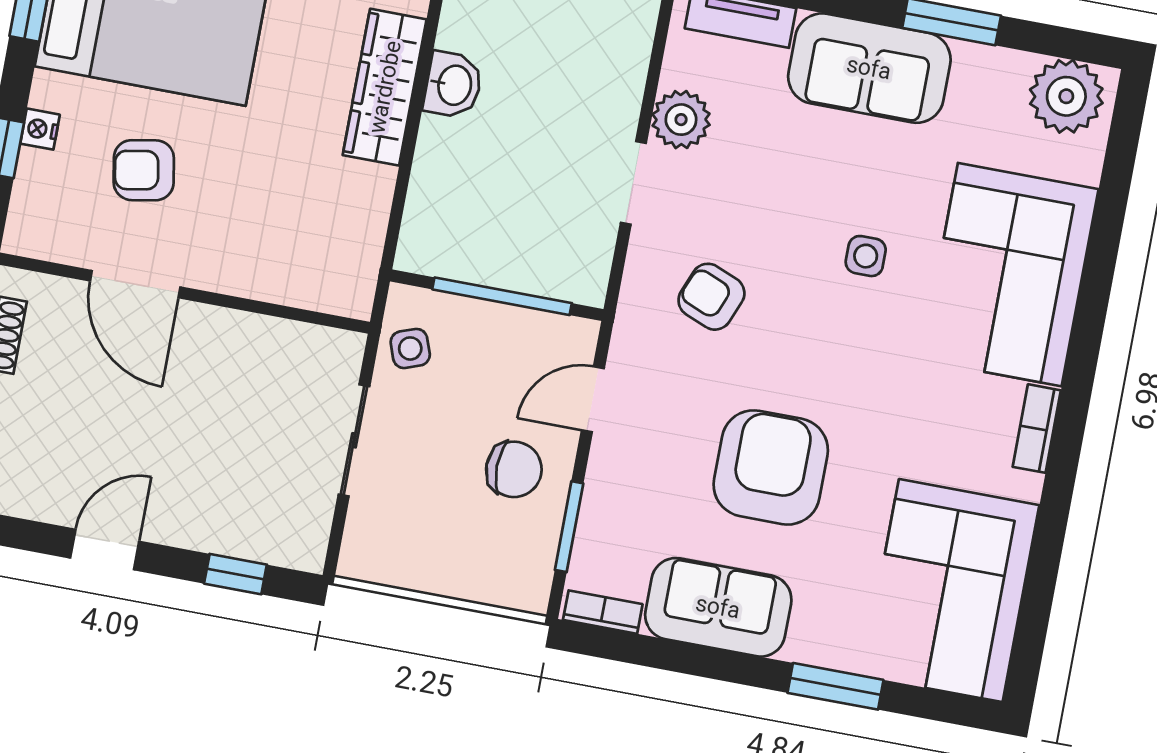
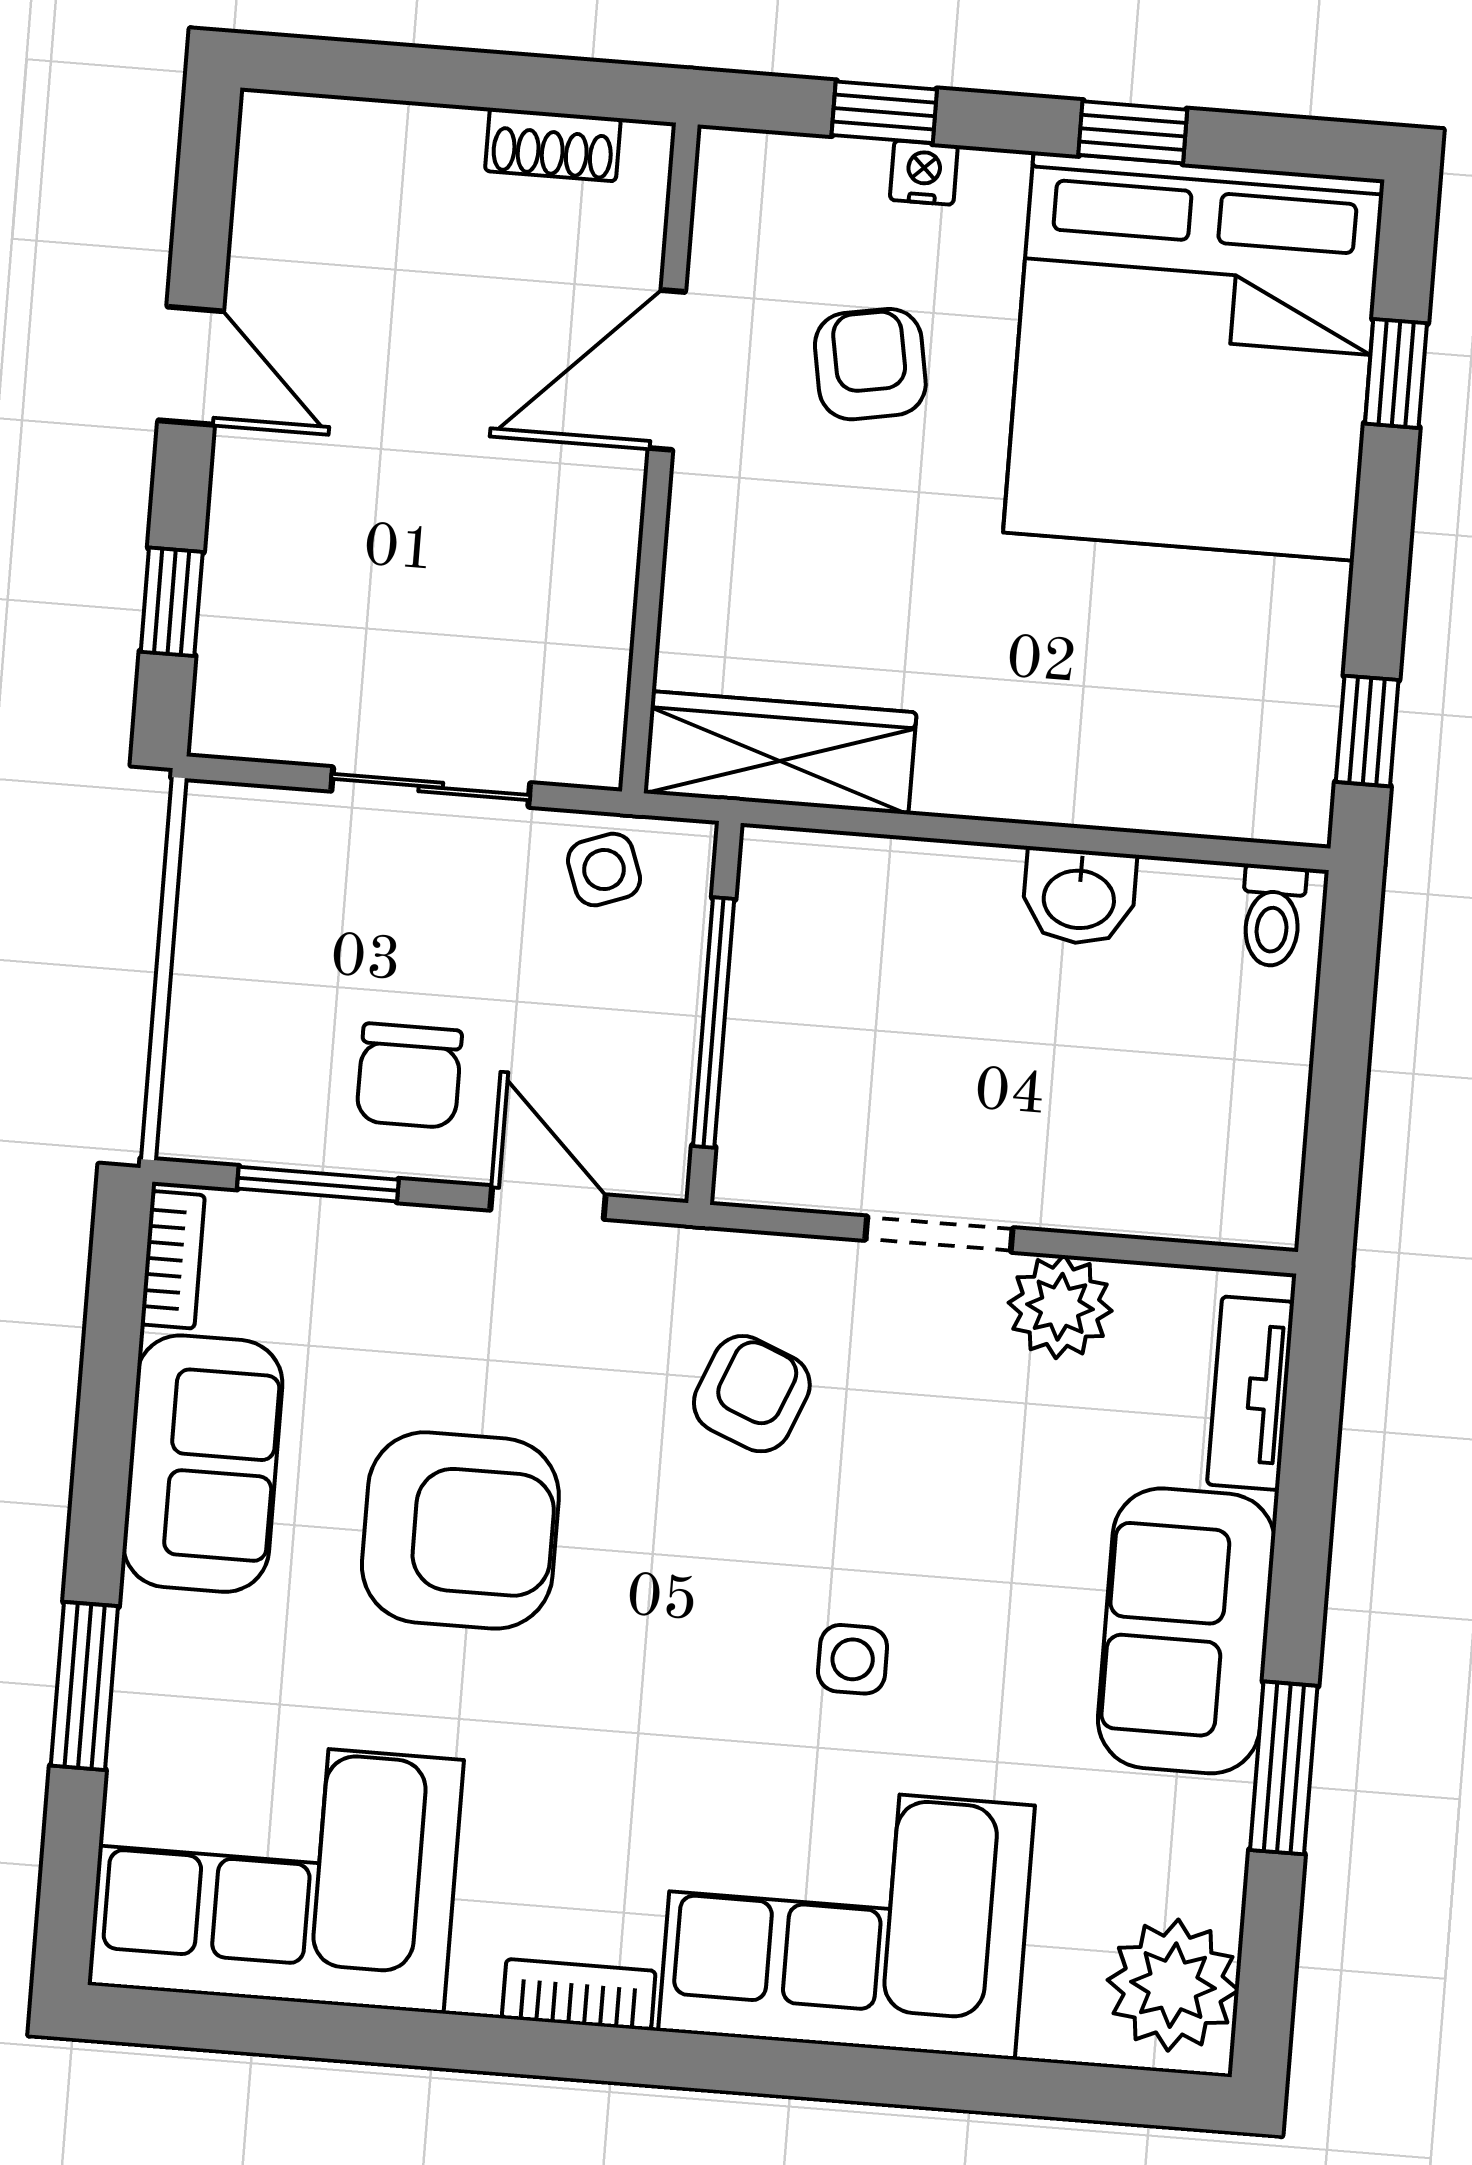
wardrobe: (385, 87) -> (780, 753), moved

